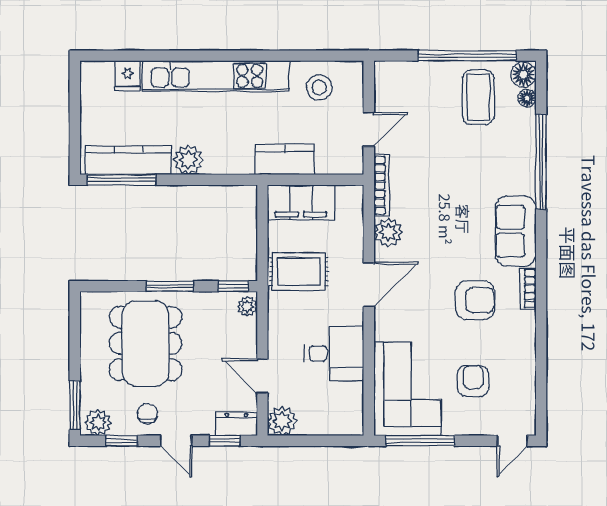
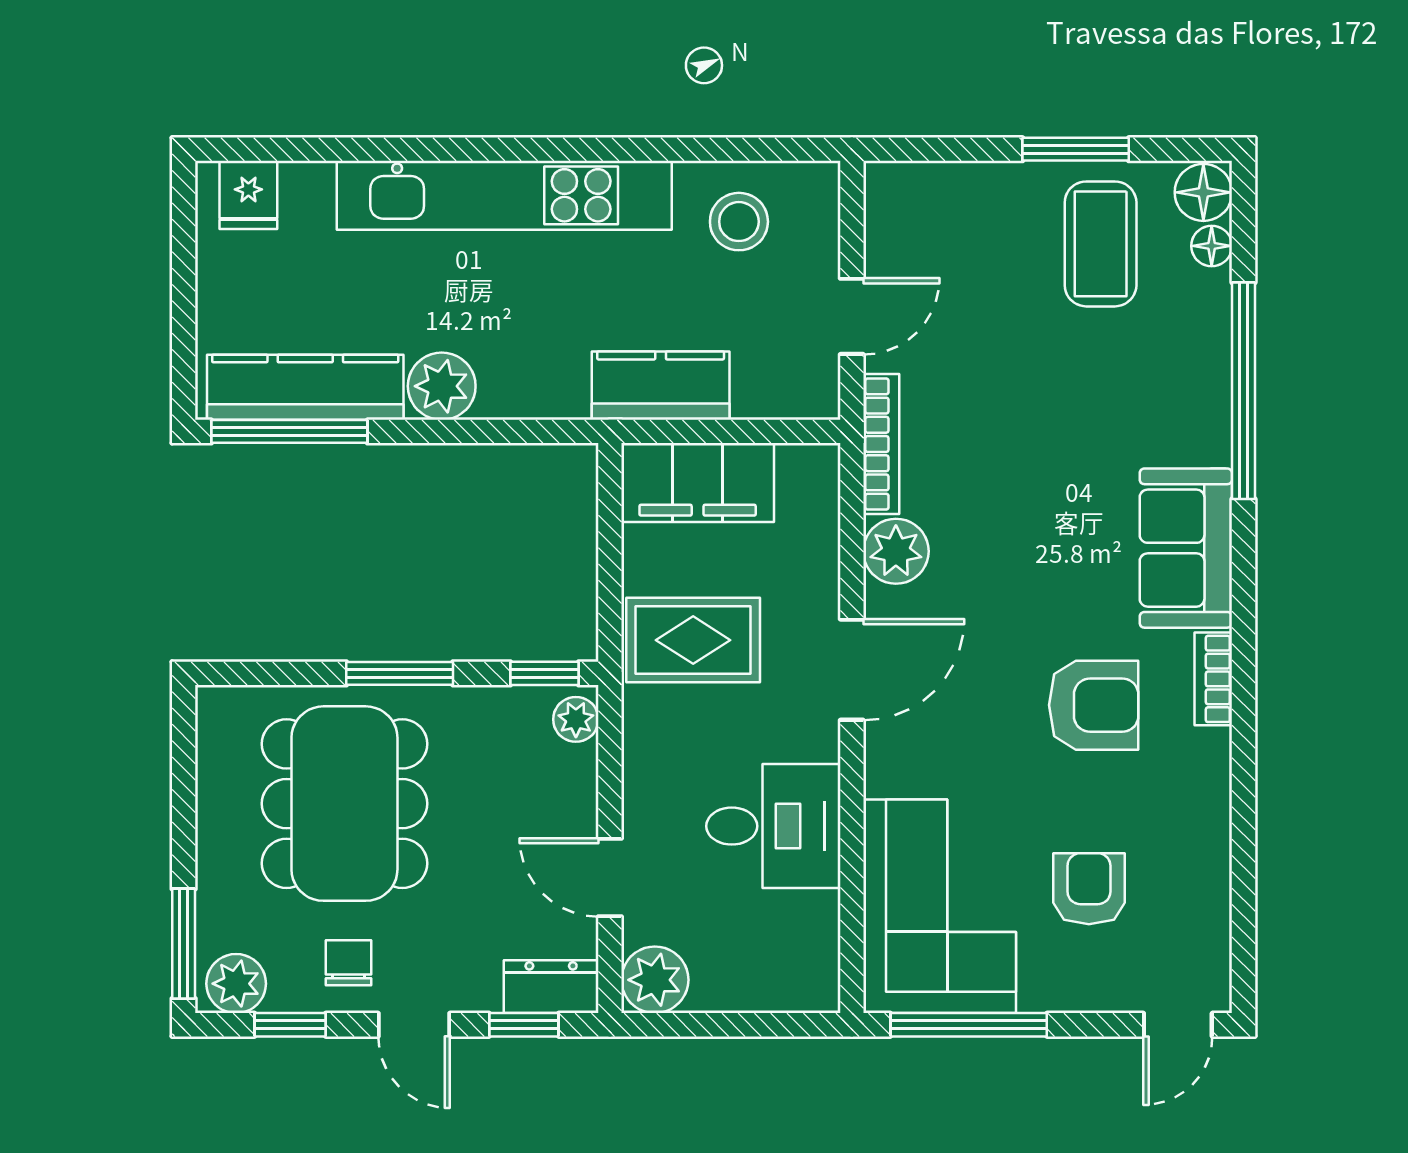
window: (467, 56) -> (1076, 149), width x0.47
fridge: (128, 76) -> (248, 195), moved

